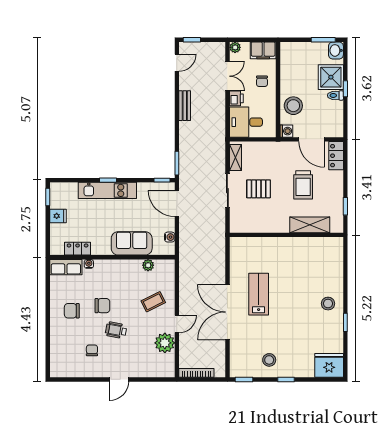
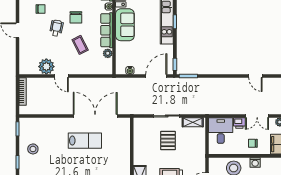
door: (177, 63) -> (255, 76), moved
bench: (185, 106) -> (234, 82), removed
washing machine: (286, 131) -> (255, 162), moved
sofa: (132, 243) -> (125, 25), moved
row of seats: (119, 267) -> (107, 30), added
coffee table: (153, 302) -> (80, 45), moved
double door: (227, 312) -> (95, 116), moved

